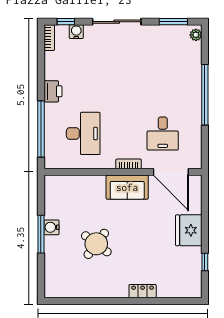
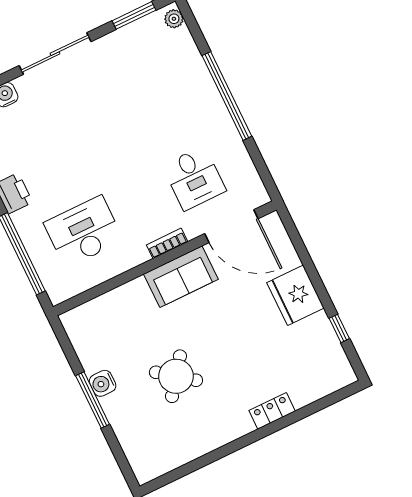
desk: (83, 133) -> (84, 232), turned -90

